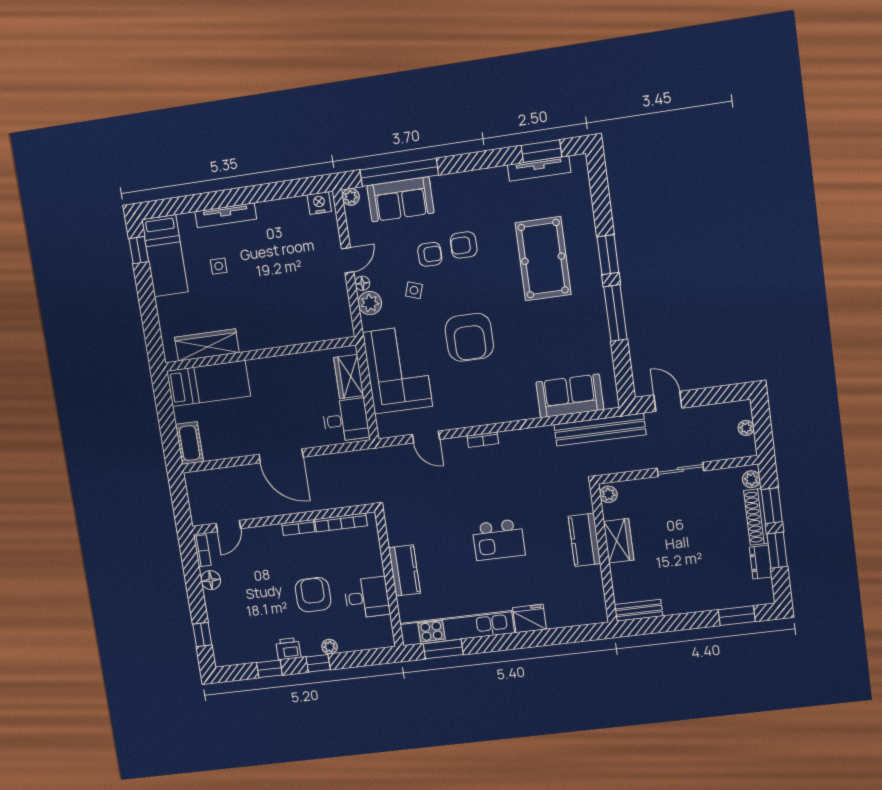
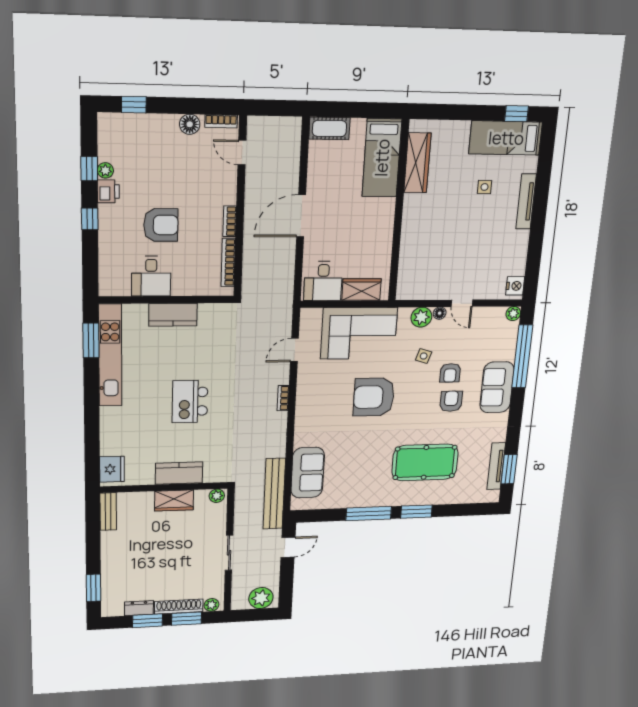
sofa: (401, 199) -> (497, 387), moved
plant: (746, 428) -> (261, 598), width x1.87, depth x1.87
fridge: (530, 618) -> (112, 469), moved
plant: (330, 647) -> (105, 170), moved

